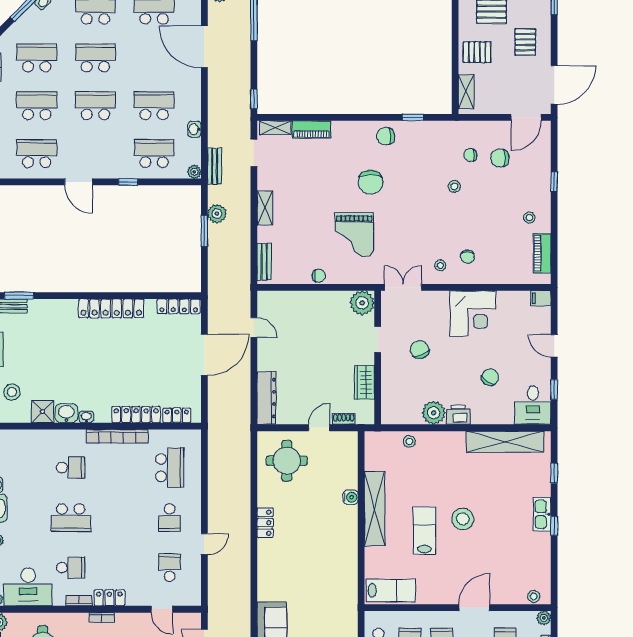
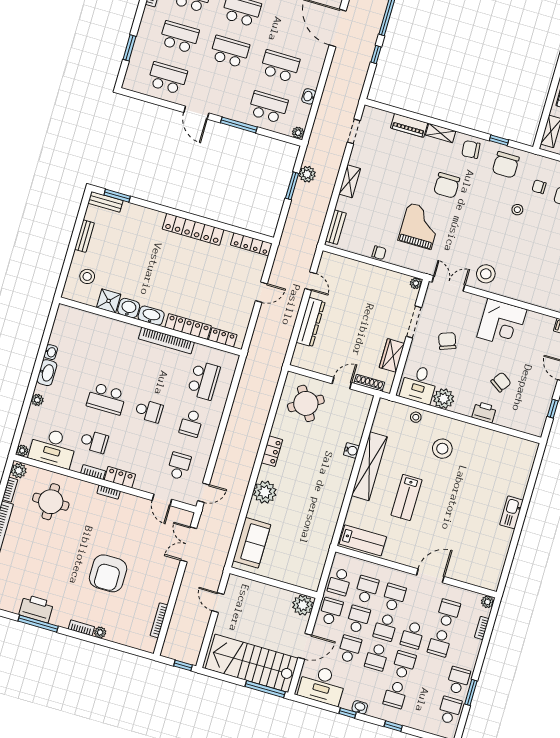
window: (254, 99) -> (376, 54), moved
shelving: (275, 128) -> (441, 133), moved
bench: (215, 166) -> (317, 133), removed
window: (128, 182) -> (239, 125), width x2.17
grand piano: (354, 234) -> (420, 226), turned 180
chair: (468, 257) -> (506, 165), moved, width x1.87, depth x1.87
stool: (440, 265) -> (486, 274), width x1.89, depth x1.89
plant: (362, 303) -> (416, 283), width x0.53, depth x0.53
doorway: (378, 339) -> (414, 322), width x1.38
door: (204, 355) -> (261, 292), width x0.53
dresser: (267, 398) -> (311, 322), moved
desk: (533, 405) -> (419, 384), moved
printer: (458, 415) -> (484, 412), moved
washbasin: (86, 417) -> (151, 316), width x1.91, depth x1.45
shoe rack: (344, 419) -> (369, 383), width x1.43
shelving: (505, 442) -> (498, 441), removed
round table: (287, 461) -> (306, 403), turned -31
school desk: (71, 468) -> (149, 411), moved
window: (554, 473) -> (532, 480), removed
stool: (463, 519) -> (442, 449), moved
window: (554, 526) -> (519, 526), removed
lab bench: (424, 531) -> (406, 497), turned 180
door: (204, 544) -> (203, 493), moved
plant: (270, 569) -> (265, 492), added
stool: (534, 596) -> (484, 581), removed

